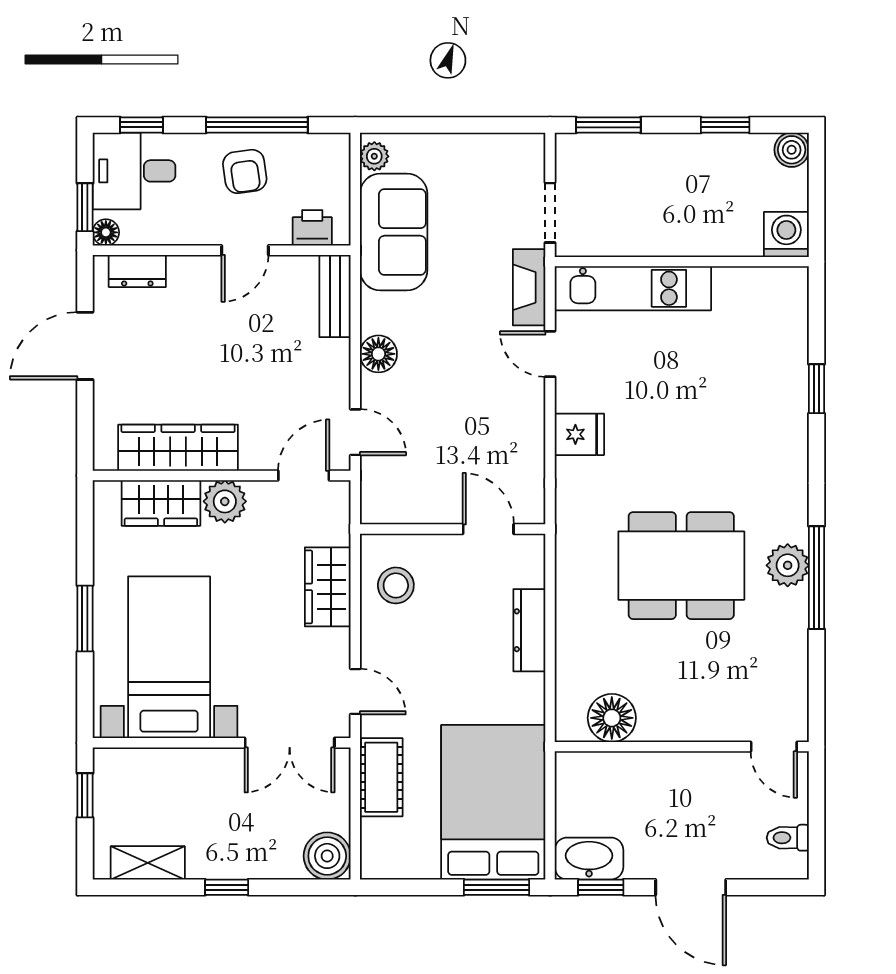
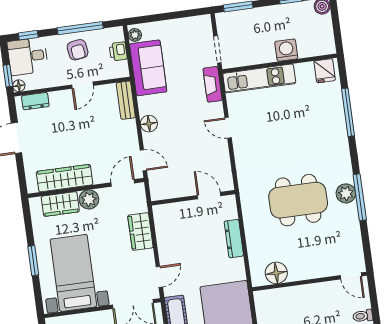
printer: (312, 228) -> (118, 51), moved, turned -90
washing machine: (786, 234) -> (286, 50), moved
door: (550, 354) -> (228, 128), moved
window: (817, 389) -> (348, 112), width x2.17
fridge: (579, 434) -> (325, 71), moved, turned 90
stool: (396, 585) -> (171, 227), removed
door: (355, 692) -> (159, 277), hinge flipped

